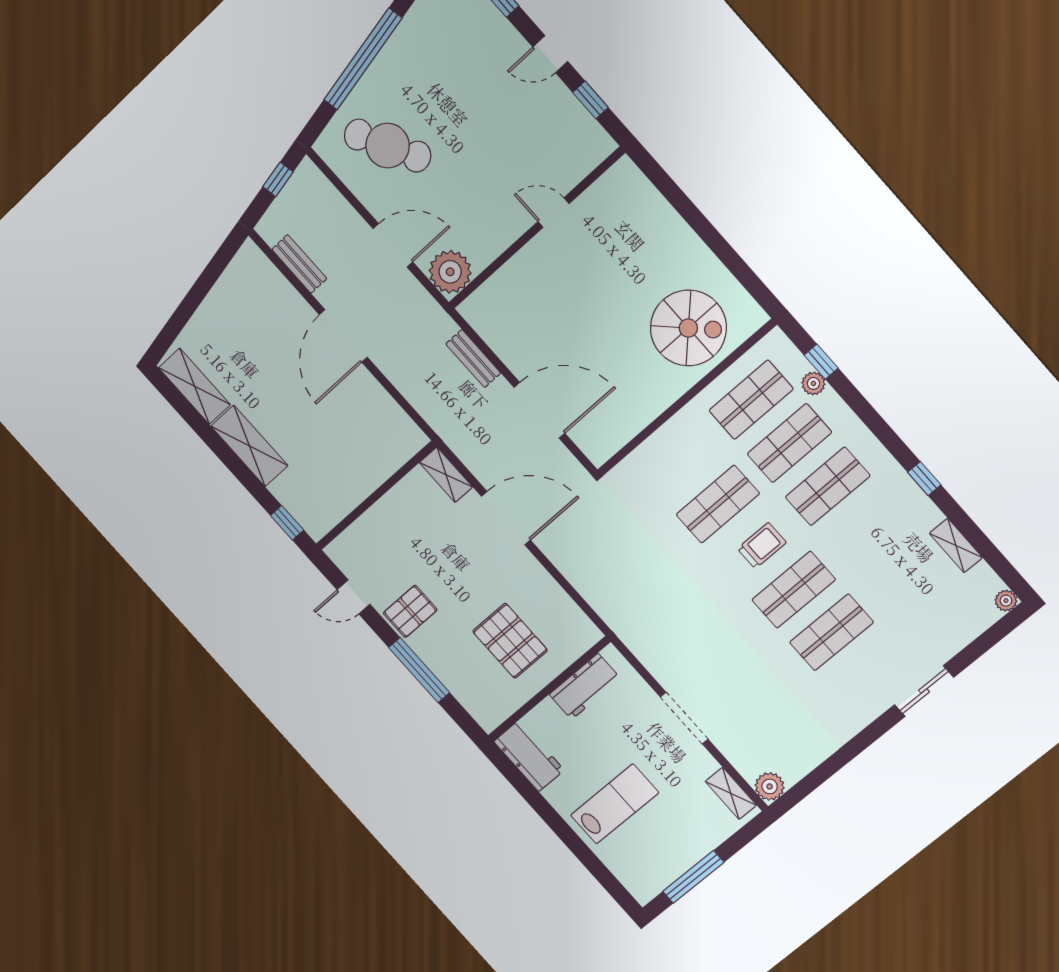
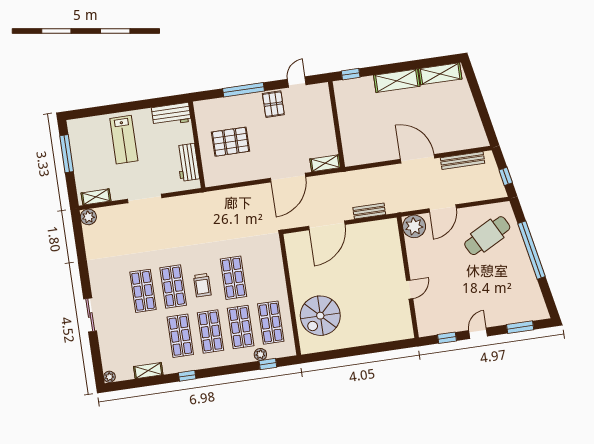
bench: (299, 264) -> (462, 160), width x1.36
shop shelf: (866, 530) -> (180, 336), added

